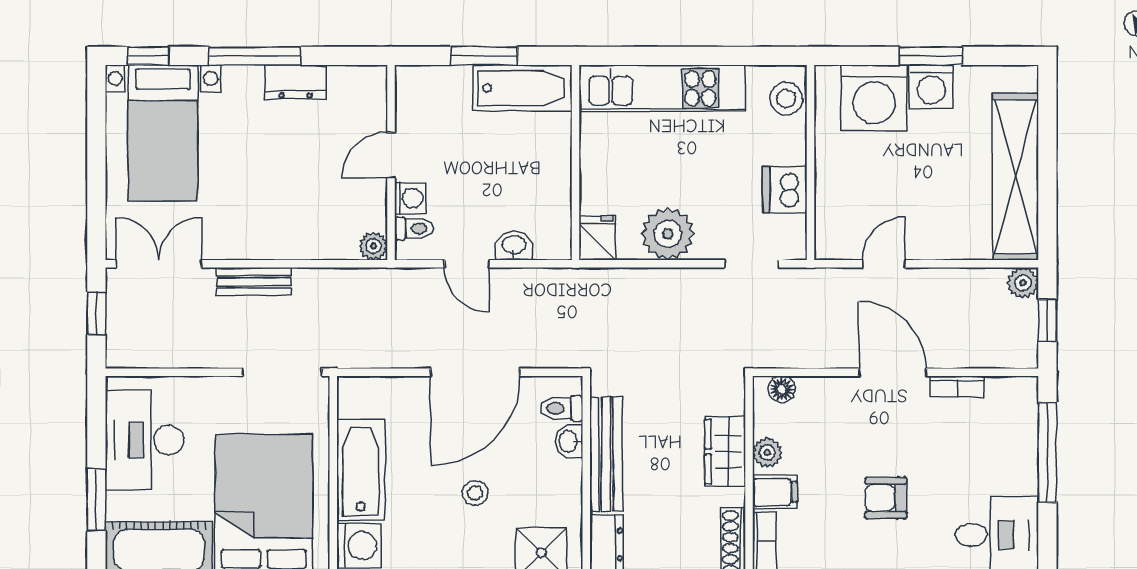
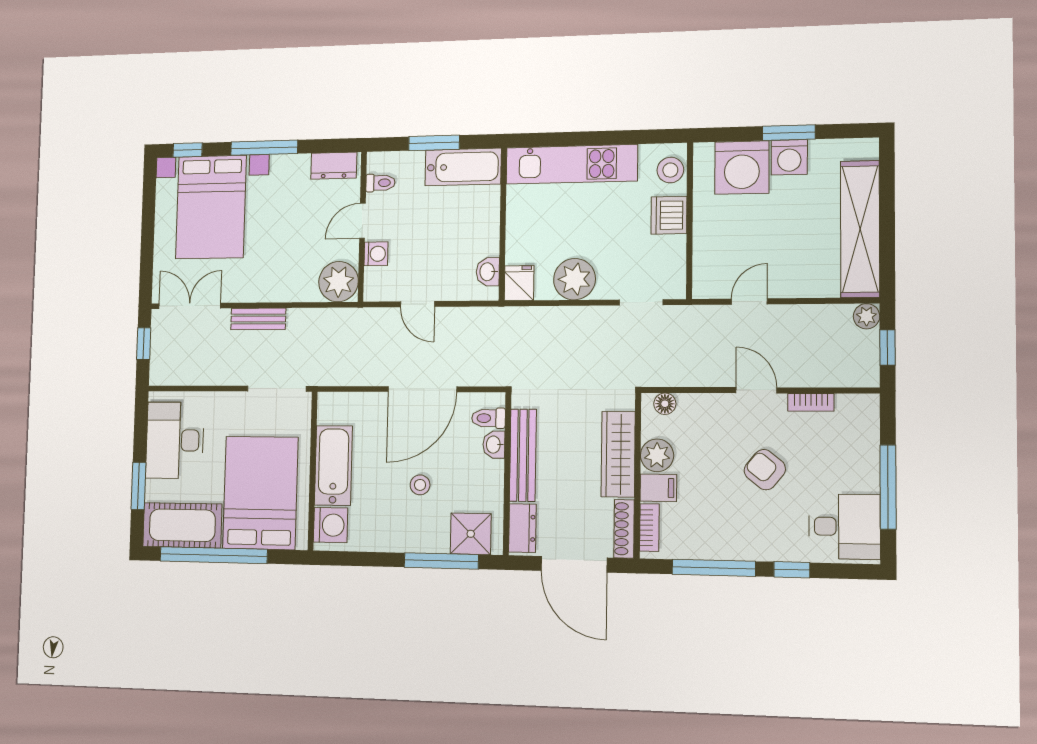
dresser: (296, 82) -> (334, 166), moved
bed with nightstands: (163, 133) -> (211, 207), width x1.36
dishwasher: (785, 190) -> (669, 215), moved
toilet: (414, 228) -> (380, 183), moved
washbasin: (514, 245) -> (488, 272), moved, turned -90
plant: (373, 246) -> (338, 282), width x1.88, depth x1.88
door: (893, 372) -> (756, 390), width x0.73
wardrobe: (725, 452) -> (618, 454), width x1.50
plant: (767, 453) -> (657, 455), width x1.38, depth x1.38
window: (1047, 453) -> (888, 487), moved
armchair: (886, 498) -> (765, 470), moved, turned 39

